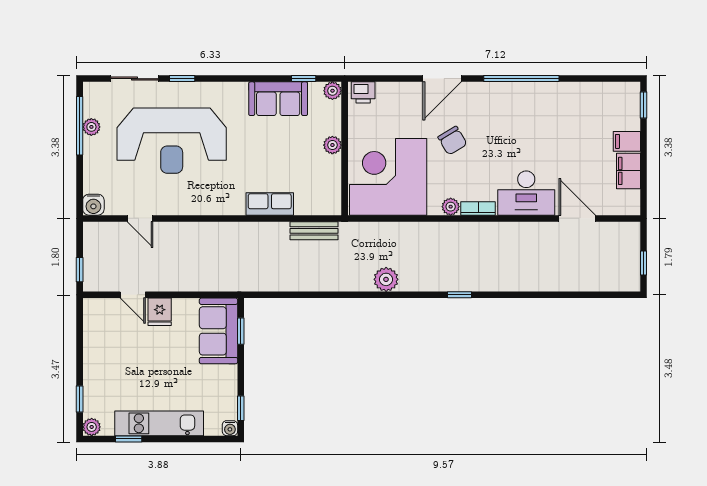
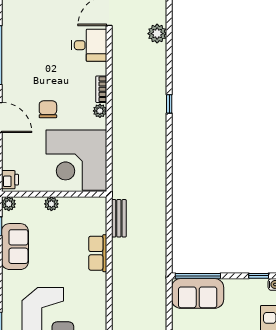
chair: (452, 141) -> (48, 109), turned -59
desk: (526, 193) -> (89, 45), width x0.73
plant: (386, 279) -> (157, 34), moved
window: (241, 331) -> (198, 276), width x2.17

